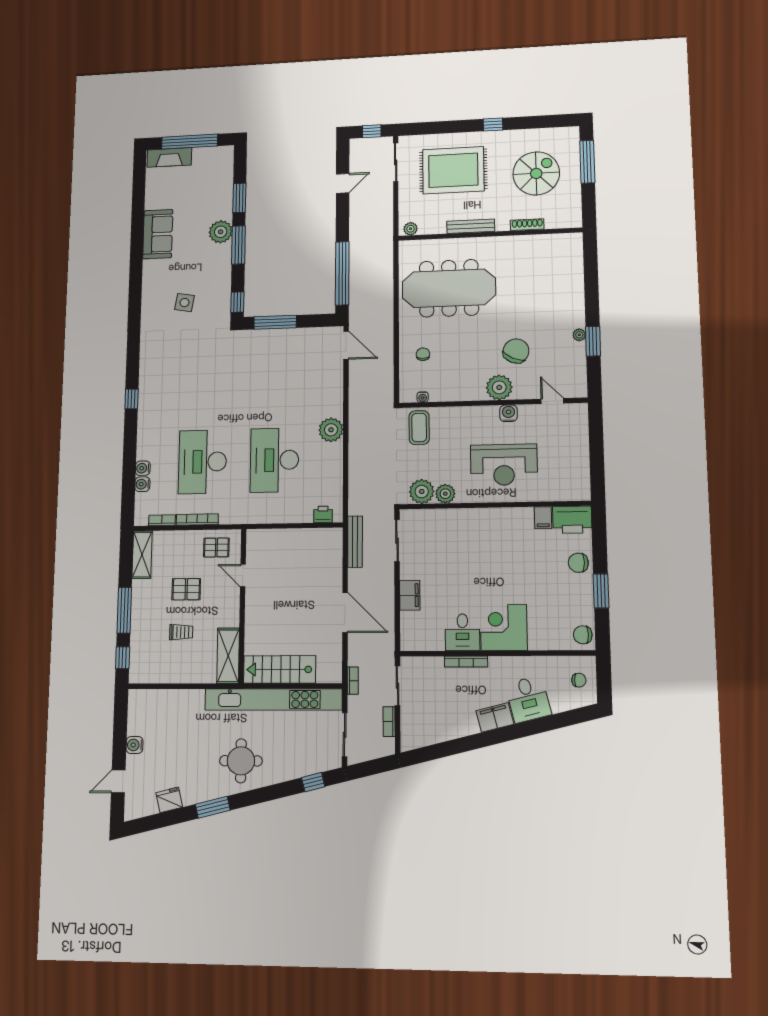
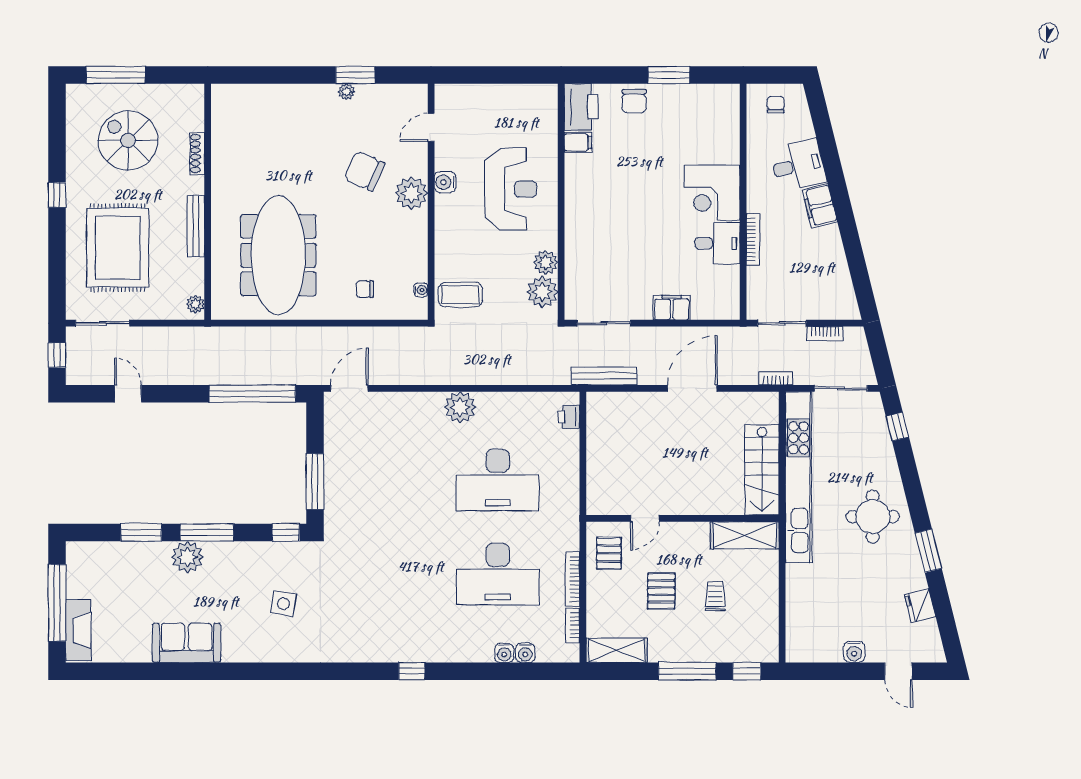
chair: (583, 635) -> (722, 98), removed

